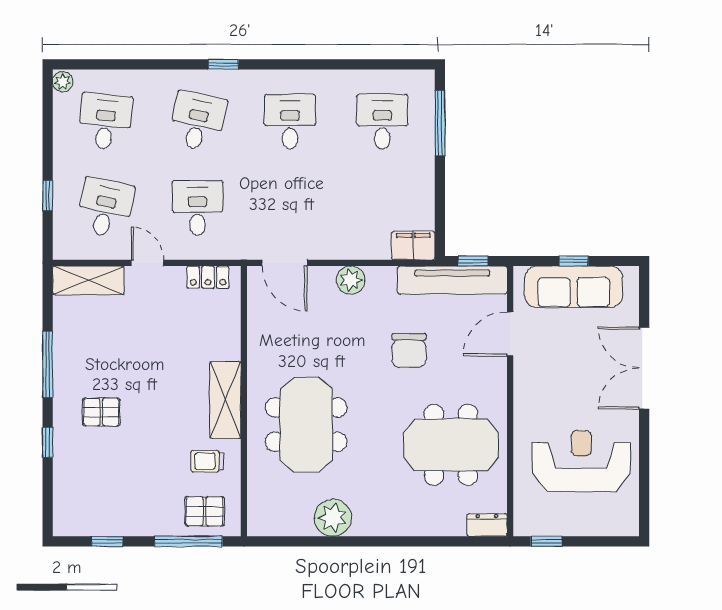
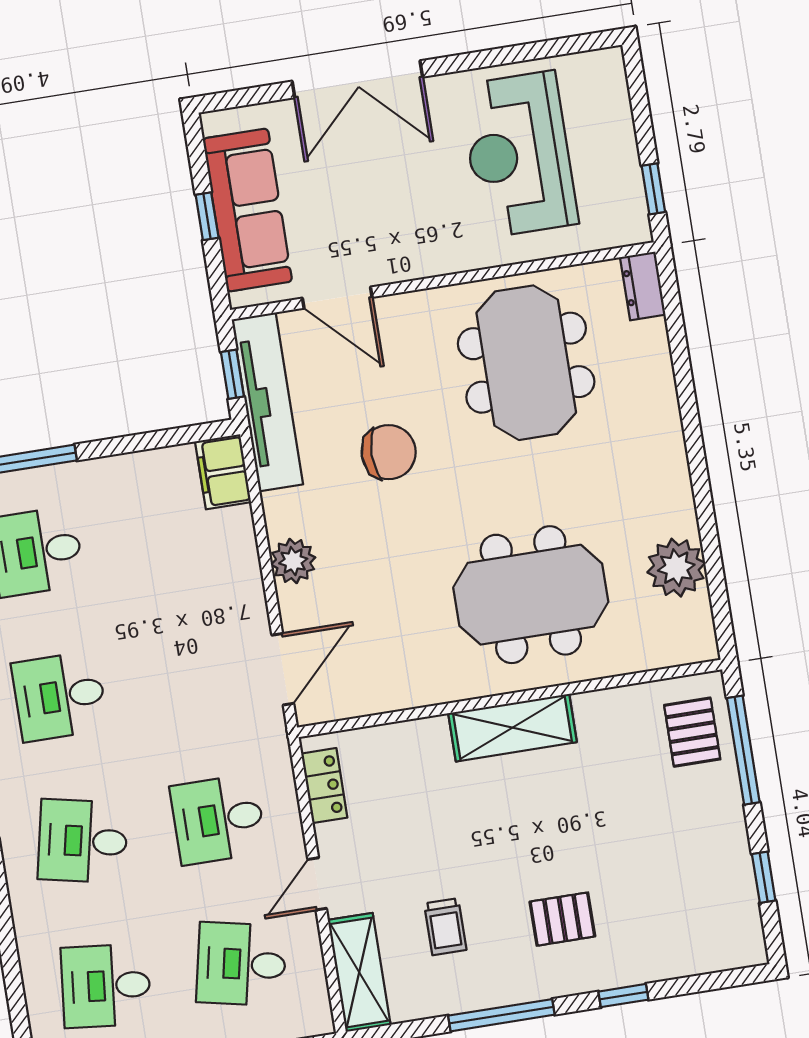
pallet: (101, 412) -> (562, 919), turned 90
trolley: (207, 461) -> (445, 927), moved
plant: (333, 518) -> (676, 568), moved

